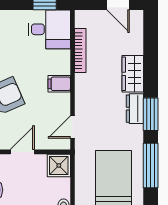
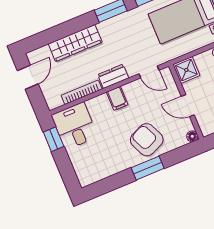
wardrobe: (133, 74) -> (75, 43), width x1.50
dresser: (135, 109) -> (113, 76), moved, turned 180

